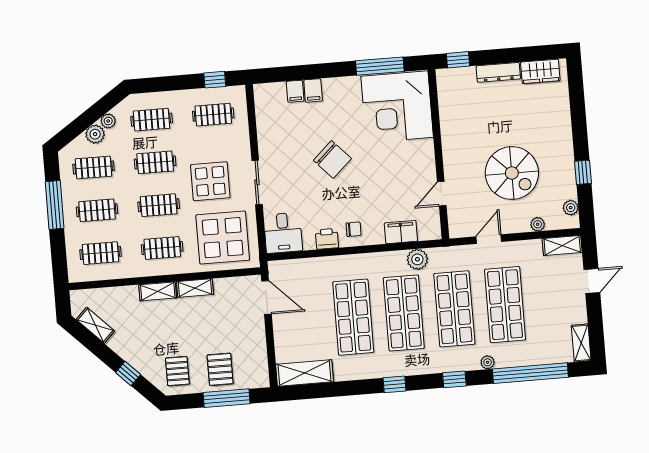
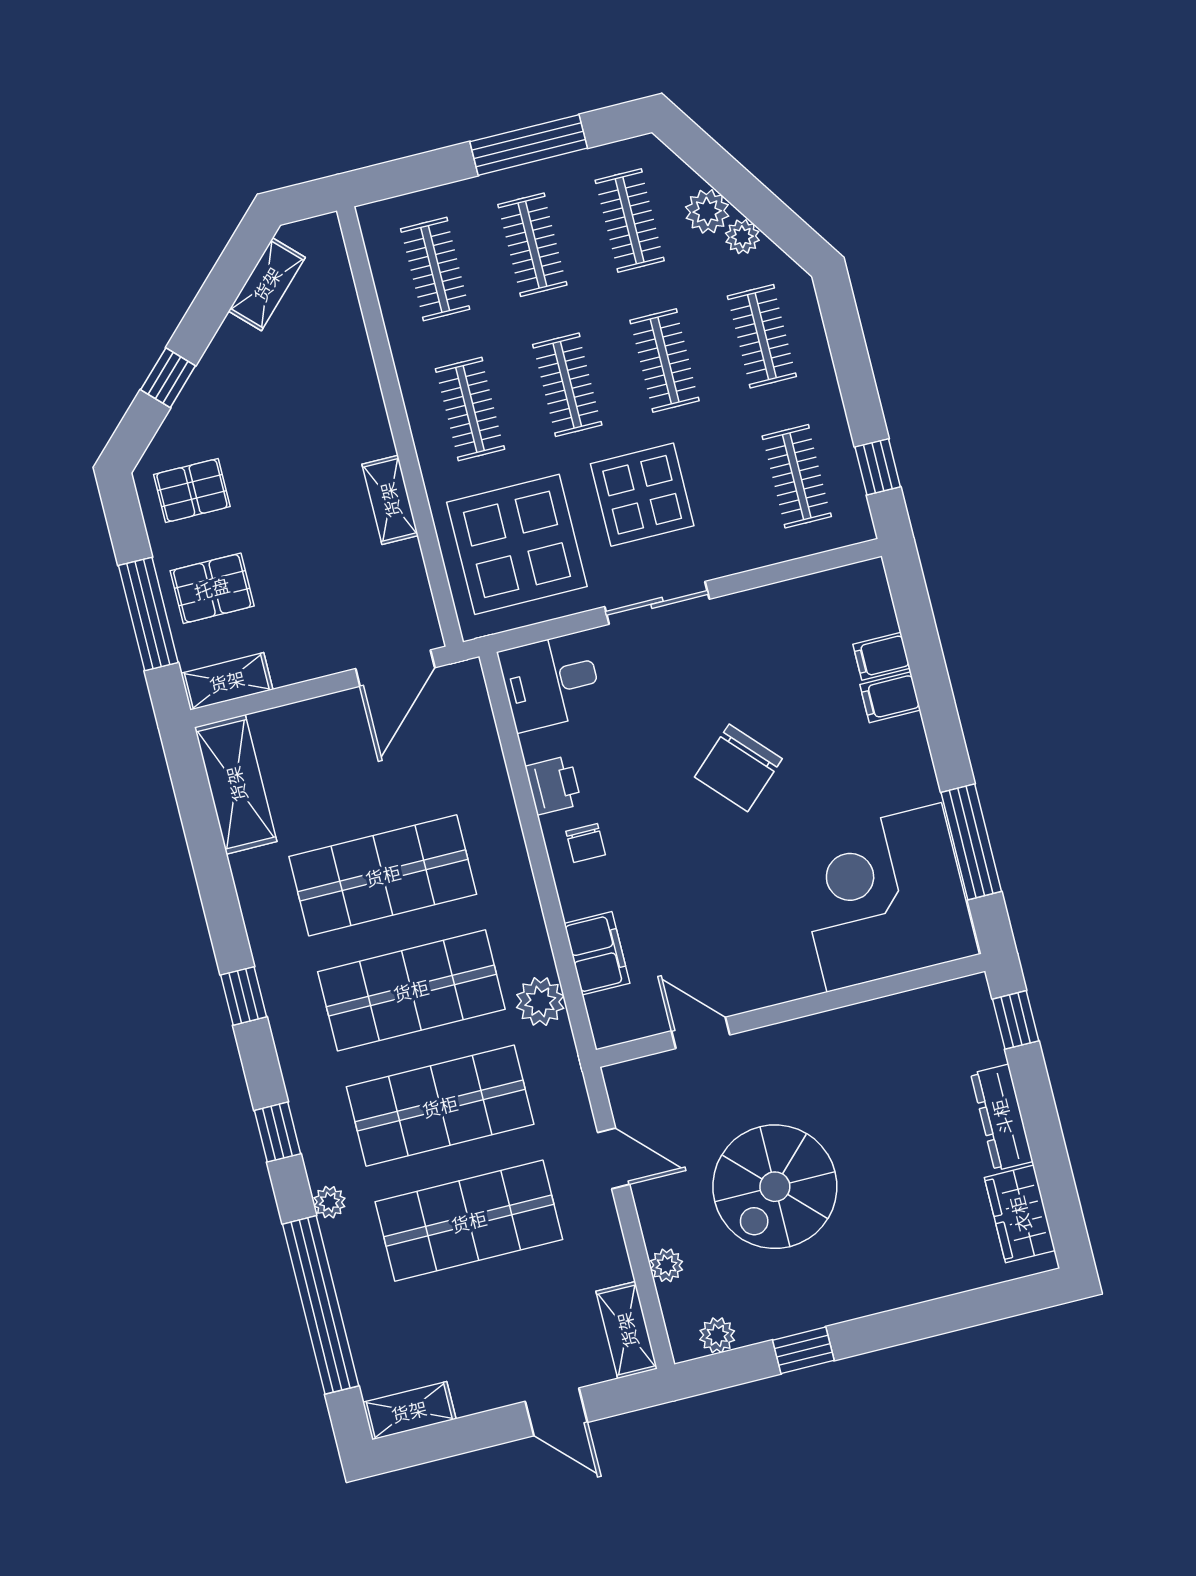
shelving: (158, 291) -> (227, 681), moved, turned 90

